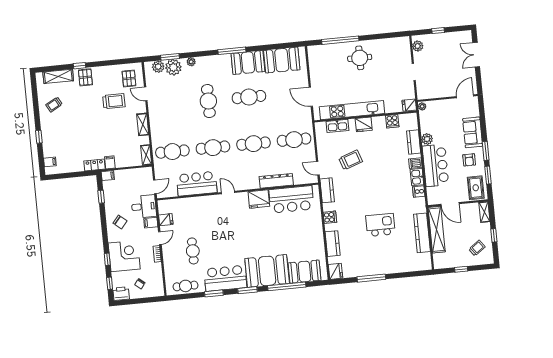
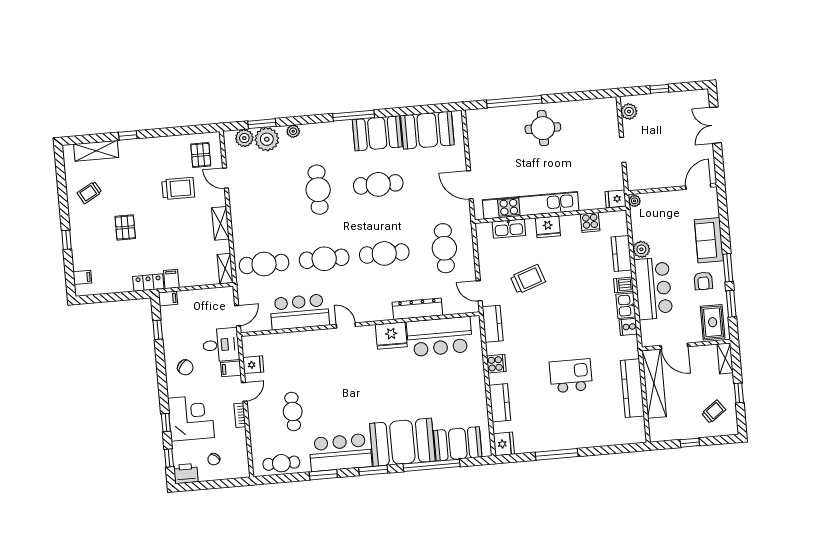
pallet: (85, 77) -> (125, 227), moved
cafe table: (294, 140) -> (444, 248), turned 90

